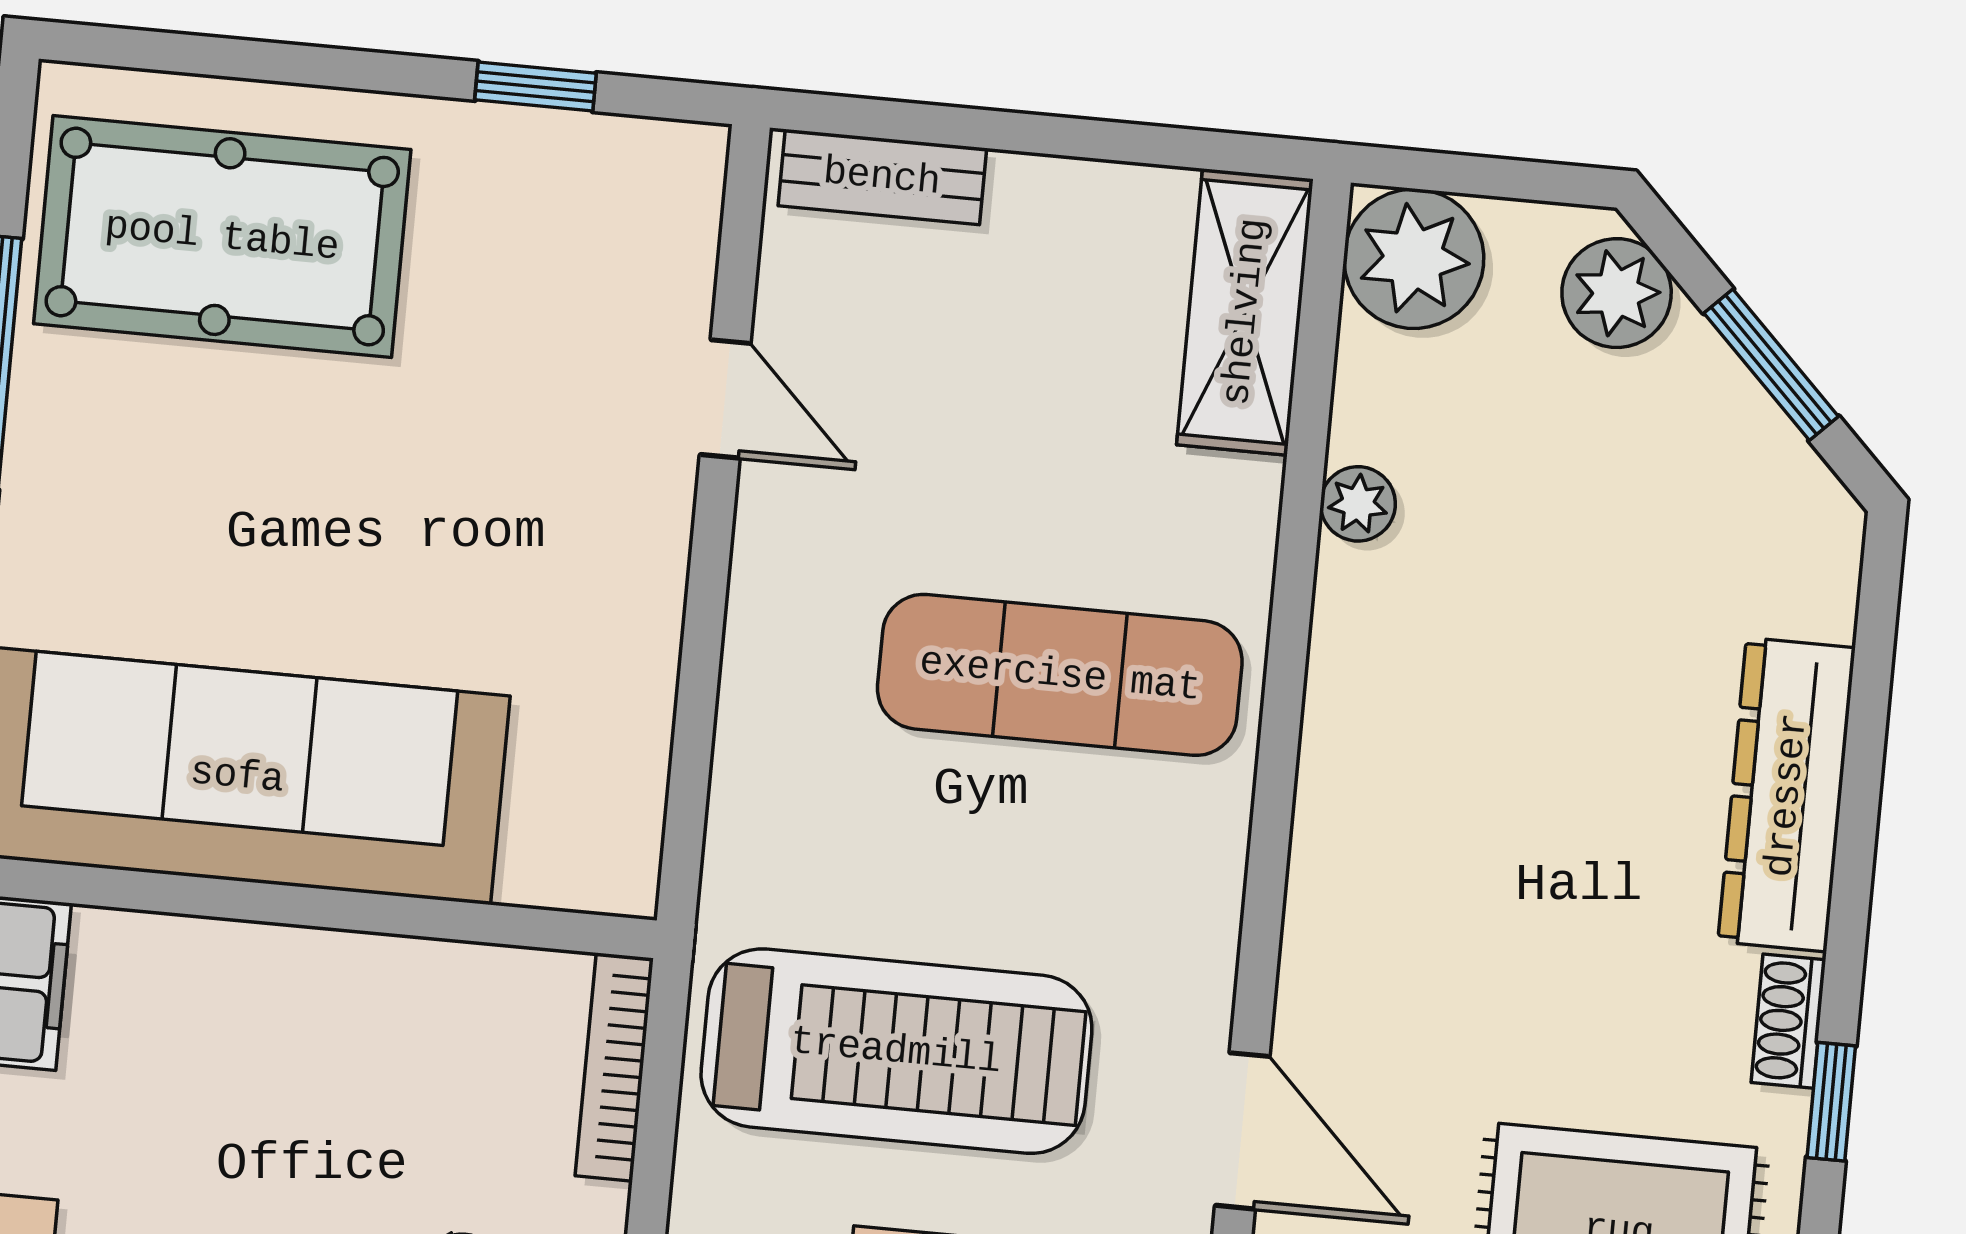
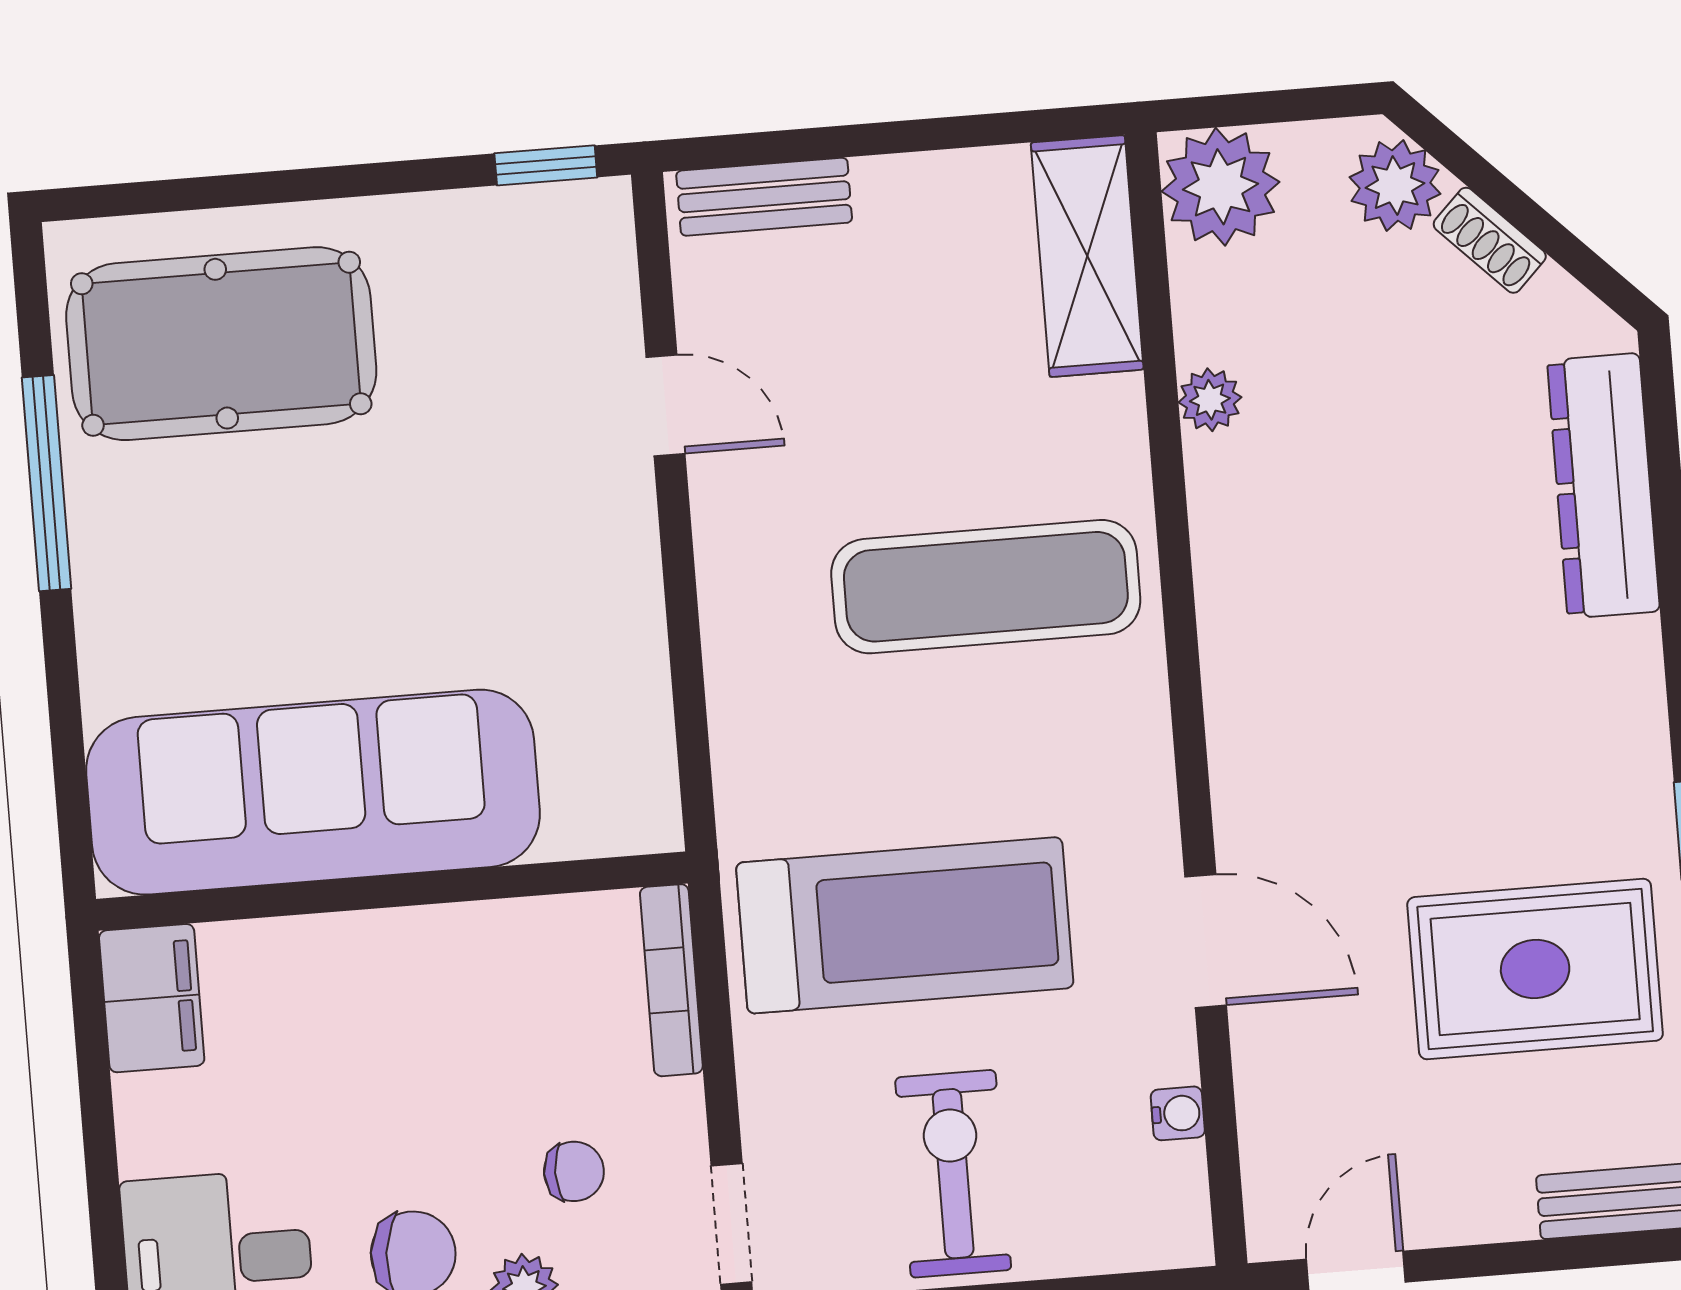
window: (536, 87) -> (546, 165), moved
window: (1771, 365) -> (1535, 223), removed
dresser: (1787, 795) -> (1603, 486), moved
shoe rack: (1788, 1021) -> (1490, 240), moved, turned -45

